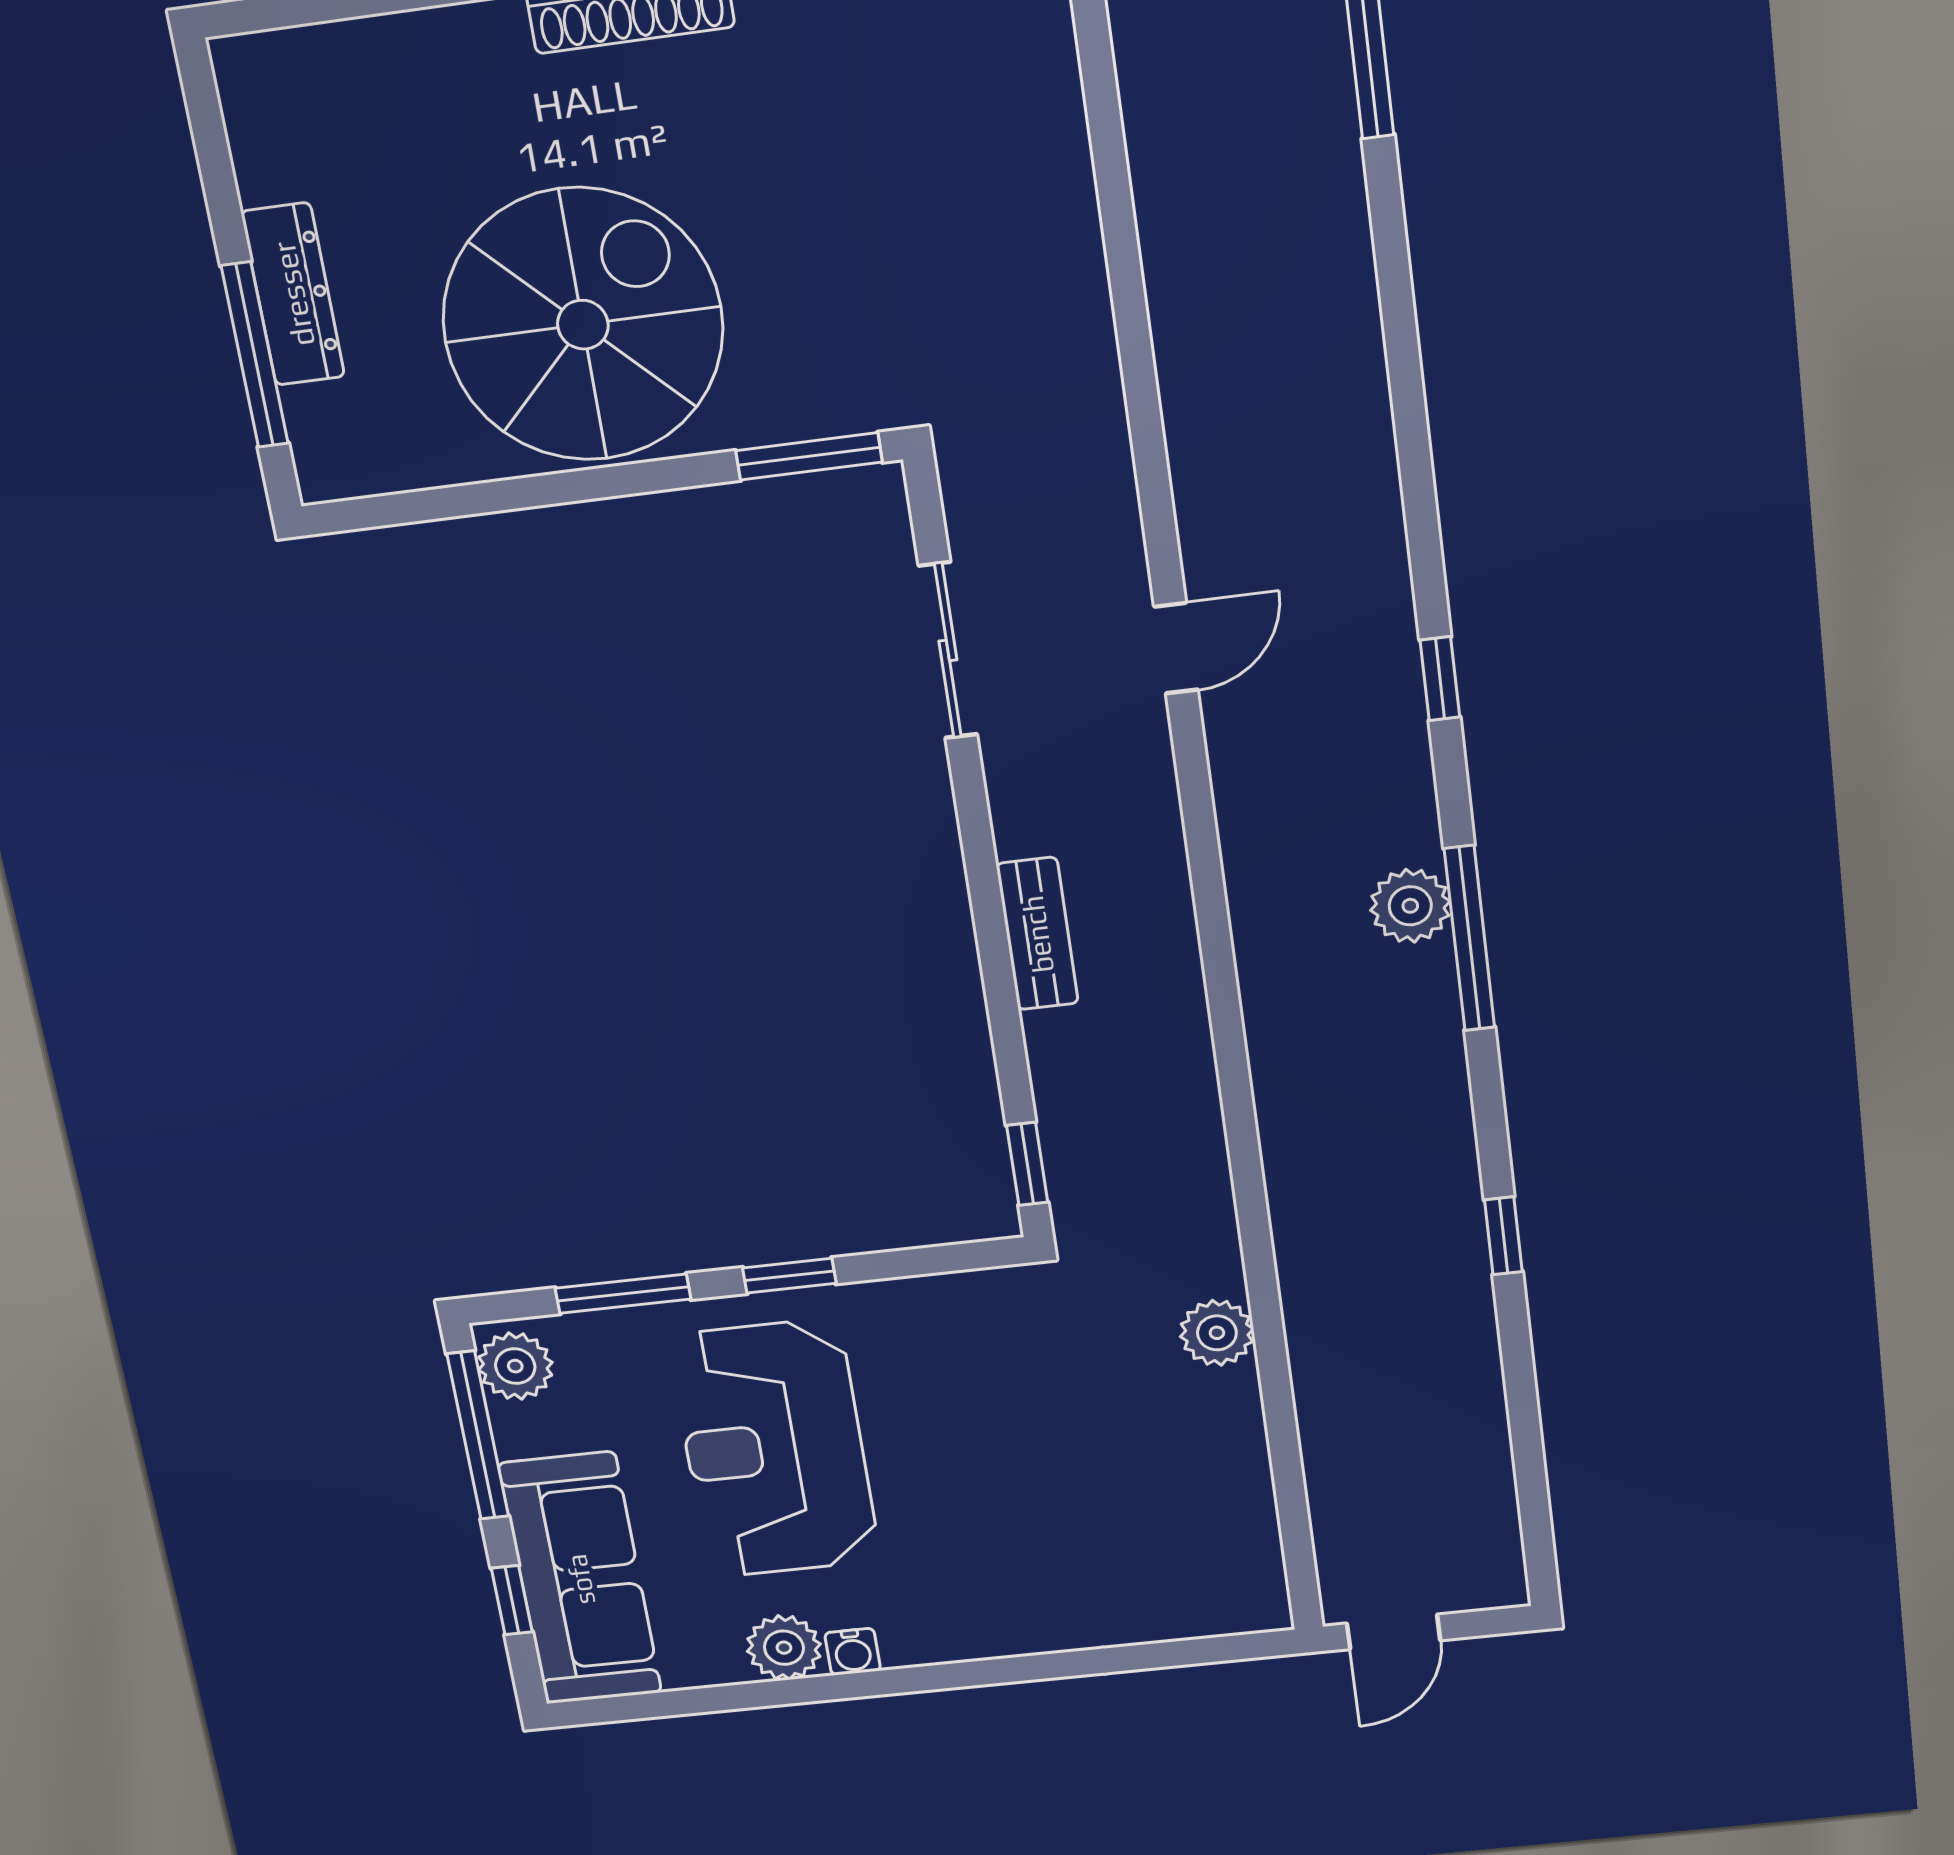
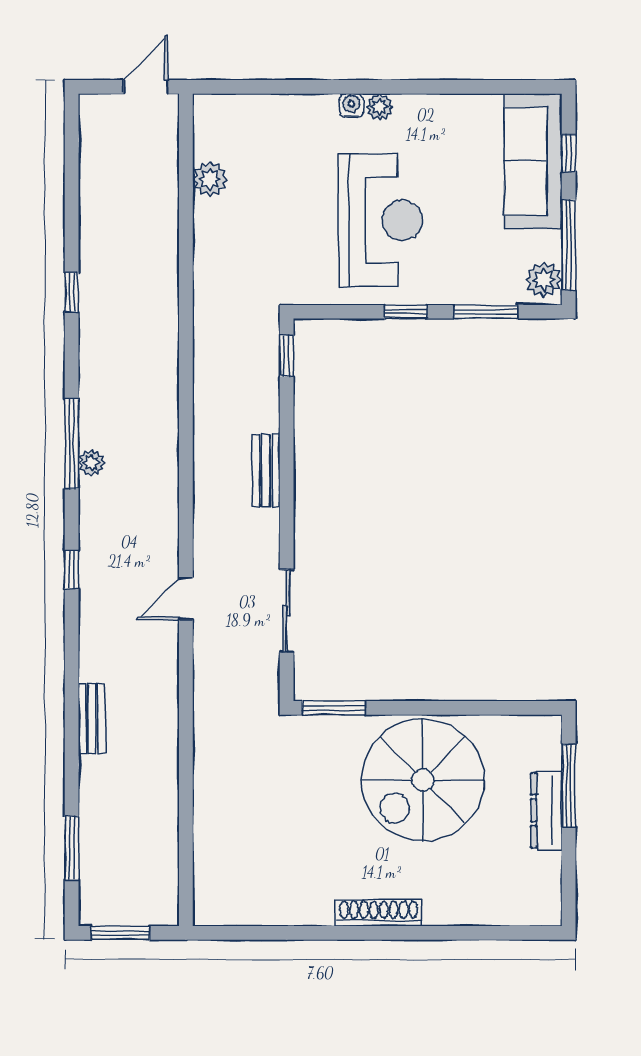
bench: (1357, 362) -> (92, 719), added
plant: (1410, 906) -> (92, 463), width x0.73, depth x0.73
plant: (1217, 1333) -> (210, 179), moved
reception desk: (774, 1449) -> (381, 220), moved
plant: (784, 1648) -> (379, 107), moved, width x0.73, depth x0.73
water cooler: (853, 1652) -> (351, 106), moved

